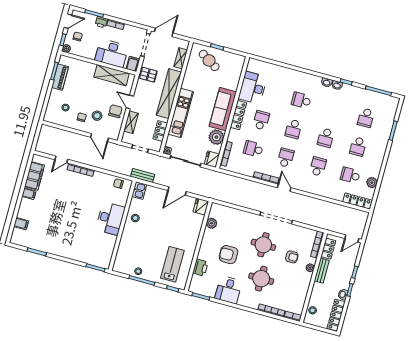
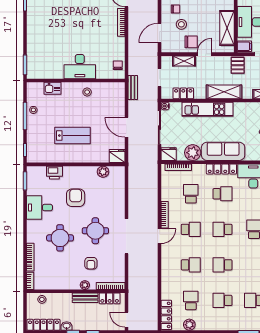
shelving: (169, 94) -> (224, 92), width x0.68
kitchen sink: (139, 190) -> (52, 88), moved
lab bench: (172, 264) -> (72, 136), moved

